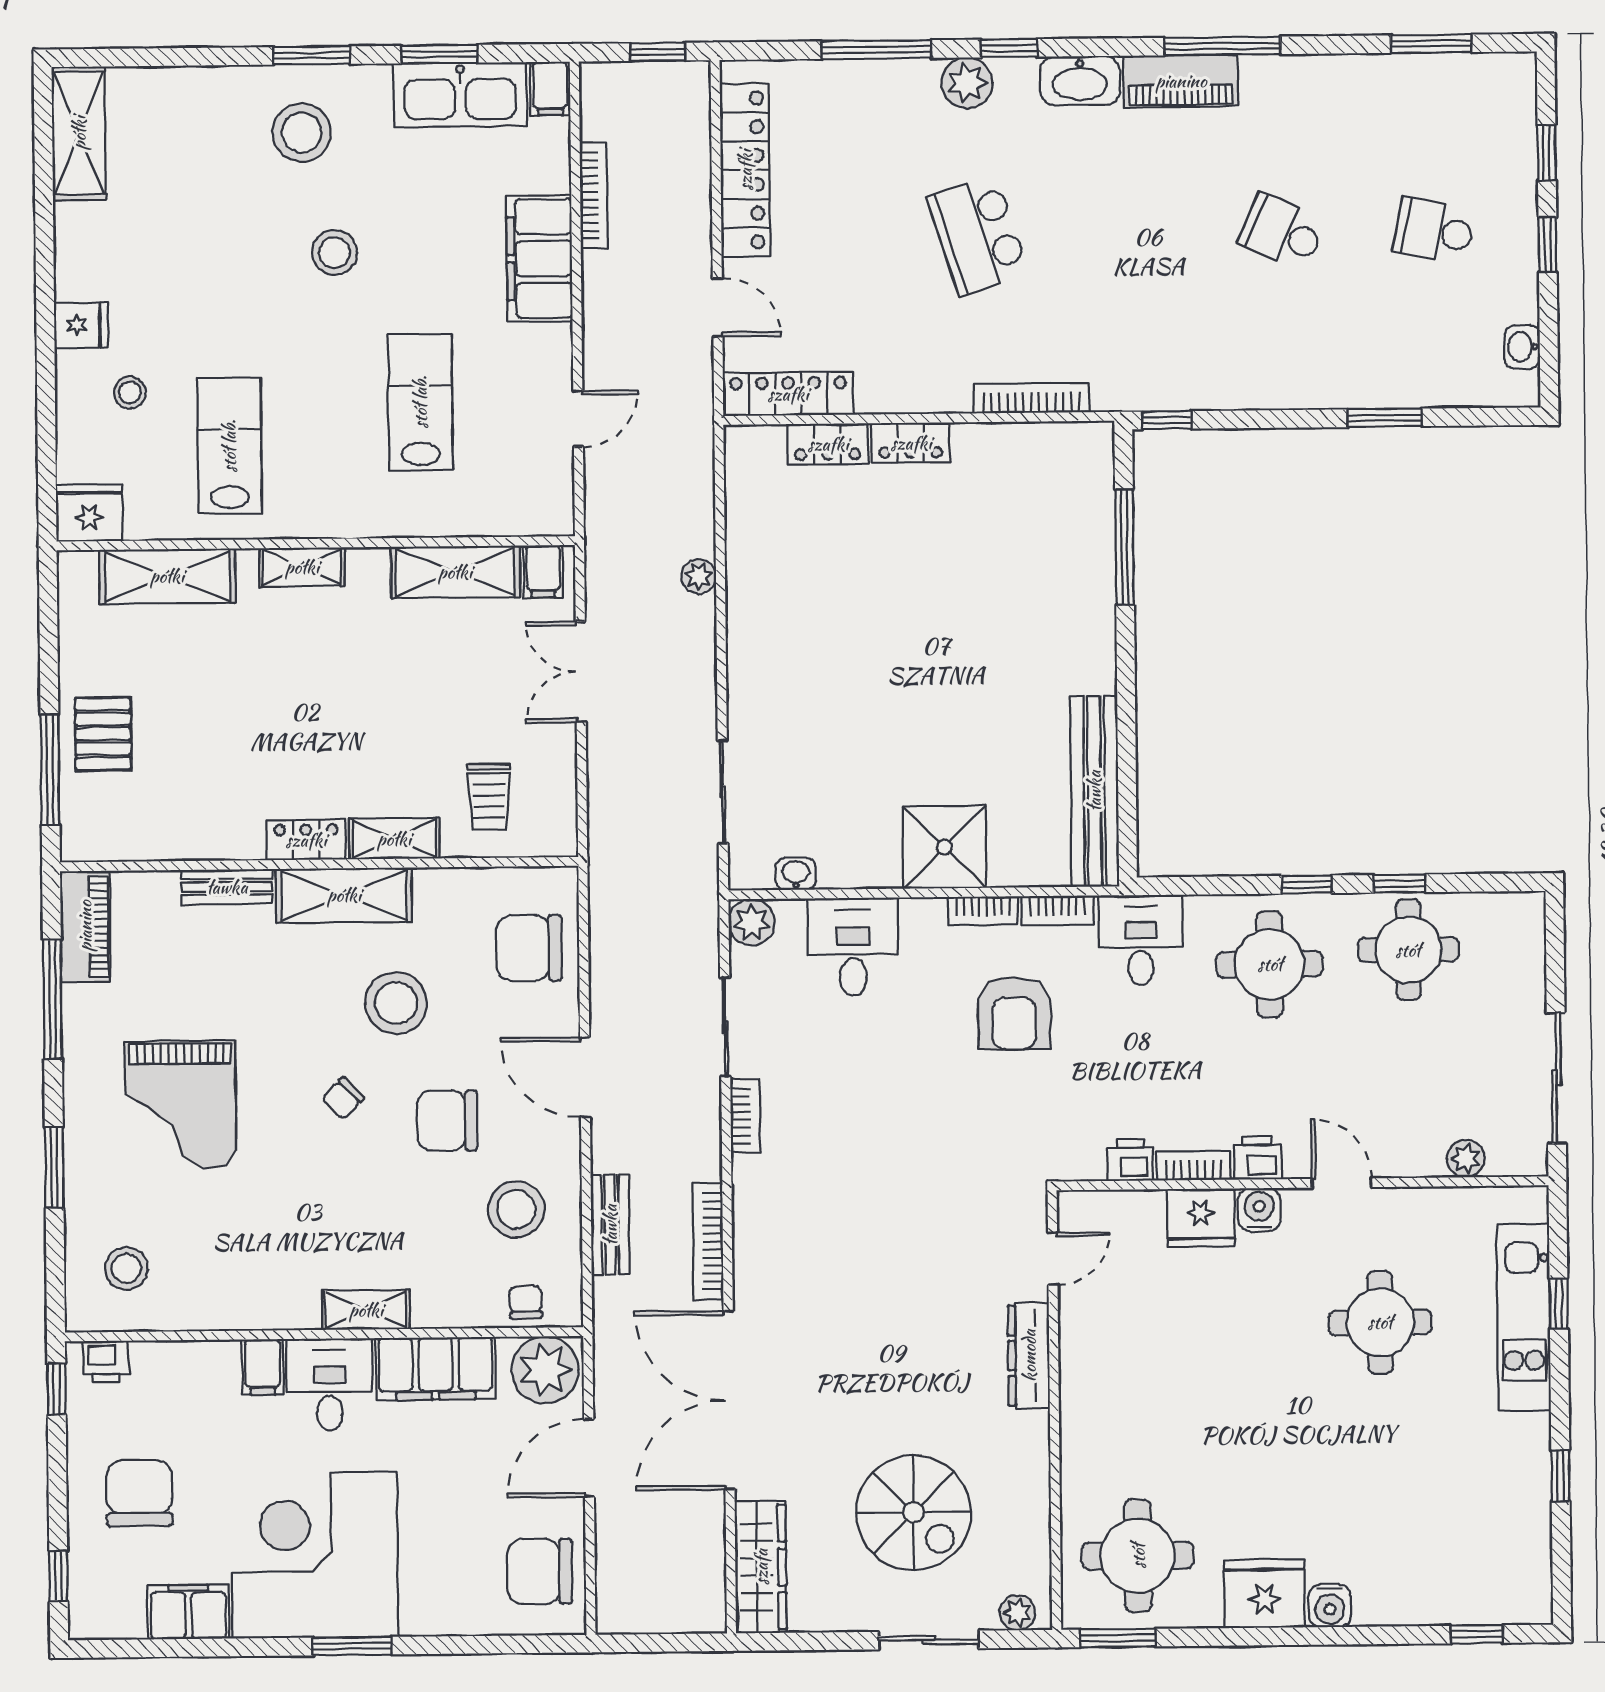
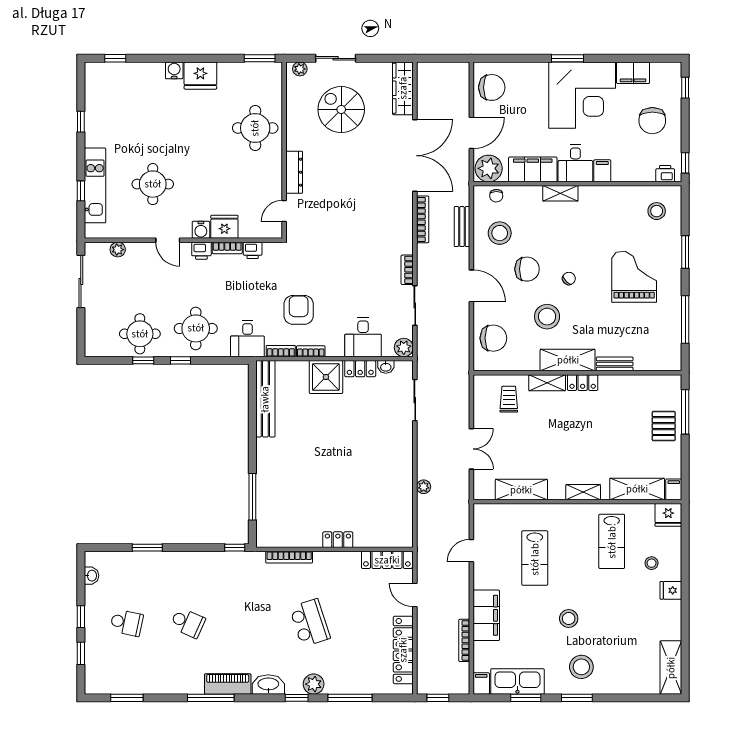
locker: (828, 444) -> (360, 369), moved, turned 180
filing cabinet: (543, 571) -> (674, 489), moved
piano: (85, 926) -> (672, 349), removed
round table: (1138, 1556) -> (255, 128), moved

